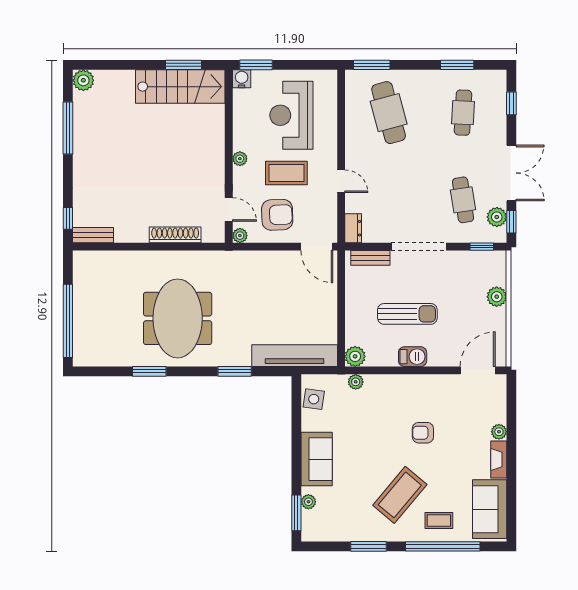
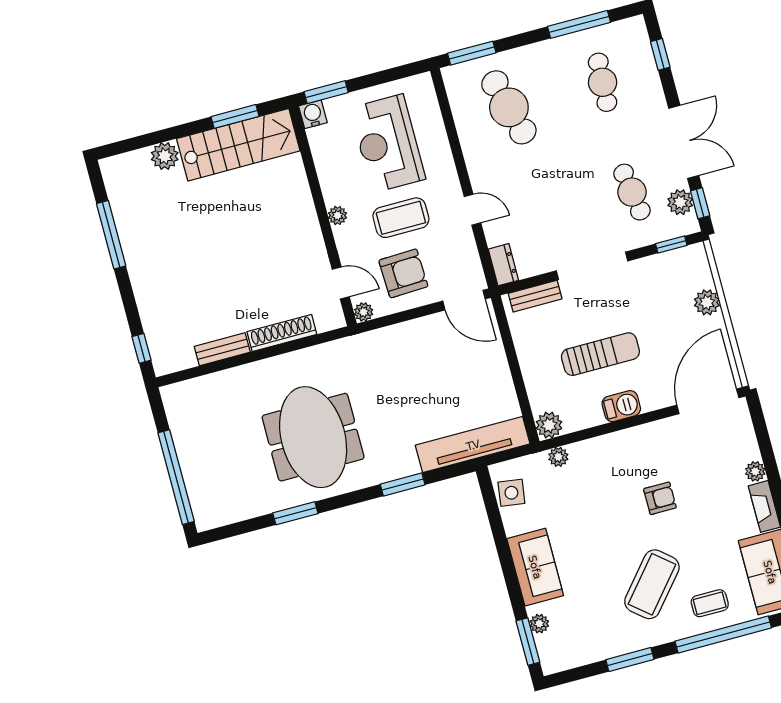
window: (457, 65) -> (579, 24), width x1.44
plant: (83, 80) -> (165, 156), moved
bench: (93, 235) -> (222, 349), moved
door: (478, 370) -> (708, 401), width x1.36
armchair: (423, 433) -> (660, 498), turned 180

